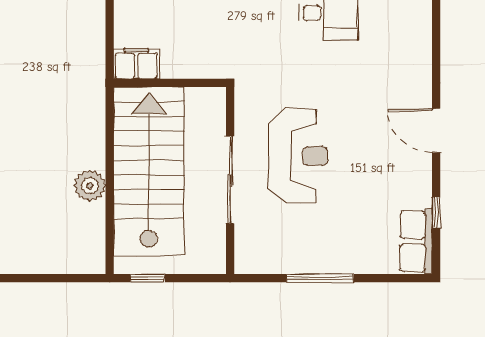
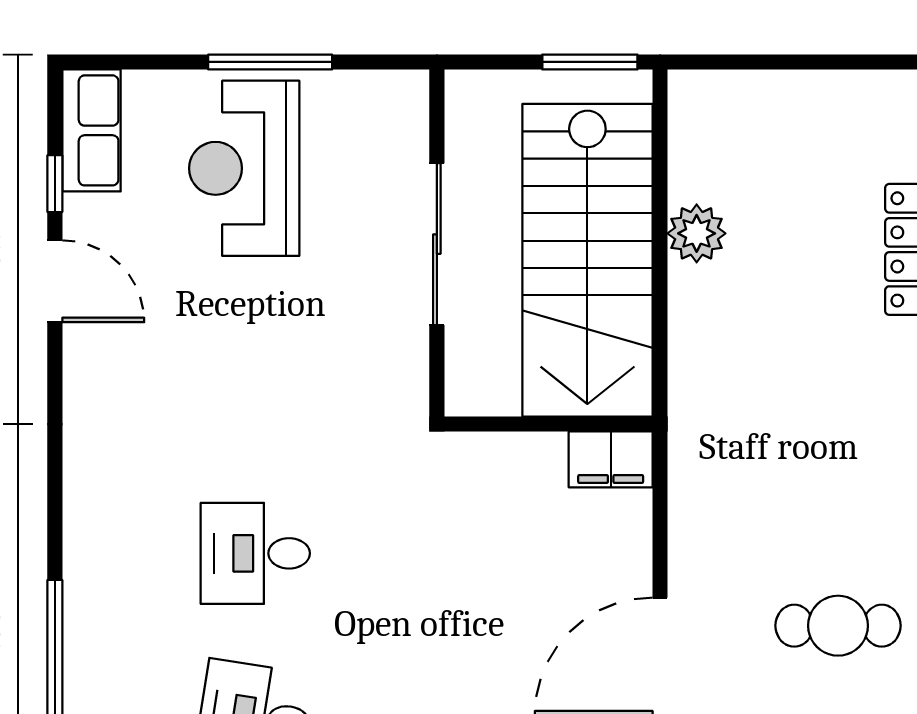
door: (436, 130) -> (55, 281), moved
reception desk: (298, 156) -> (244, 168), moved
window: (147, 278) -> (590, 62), width x1.50

